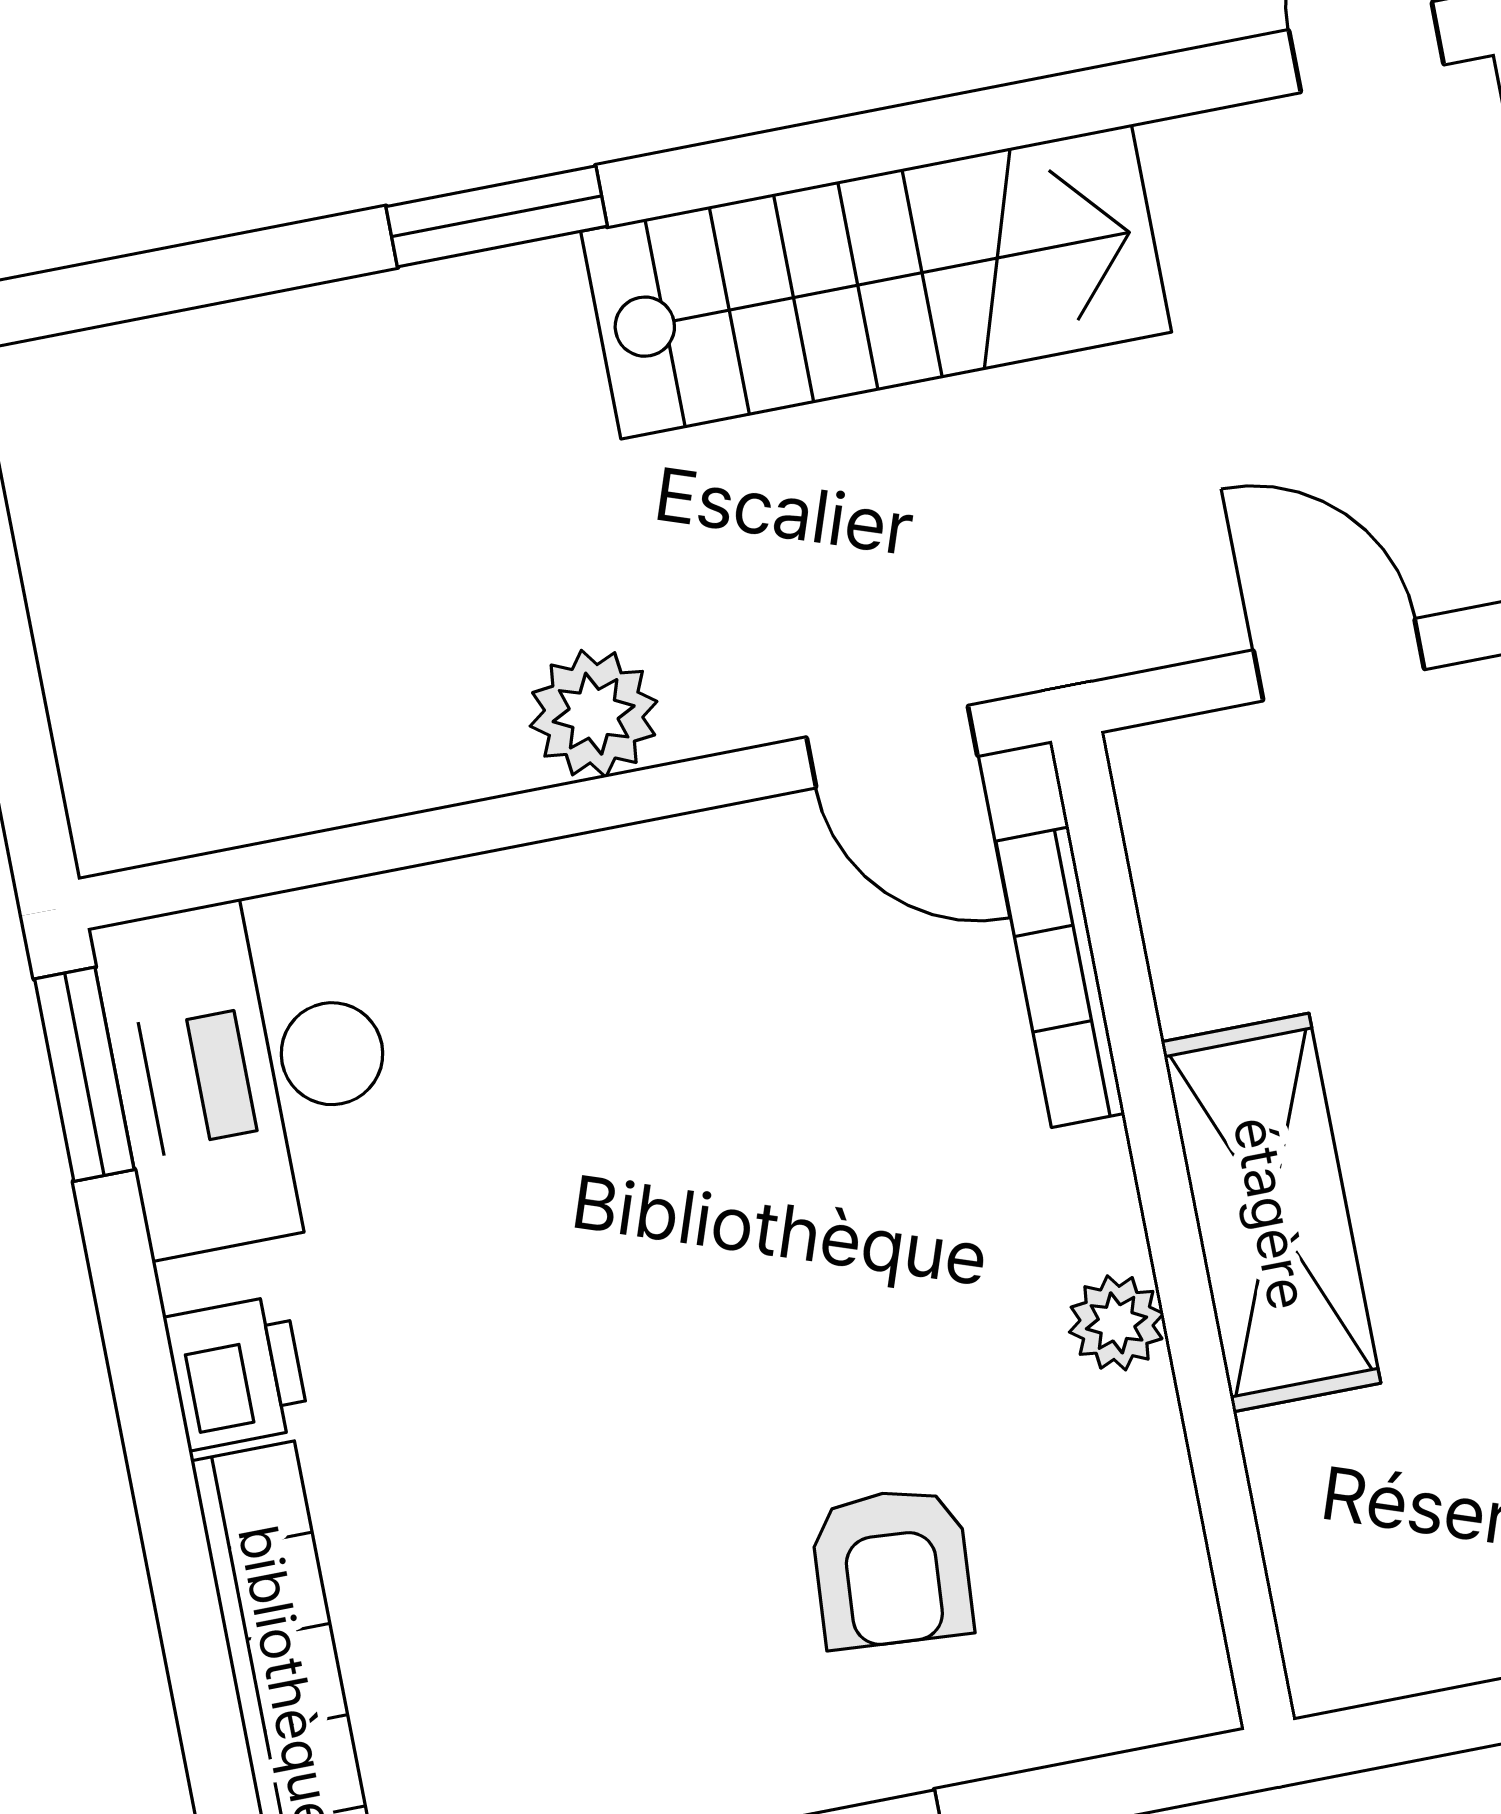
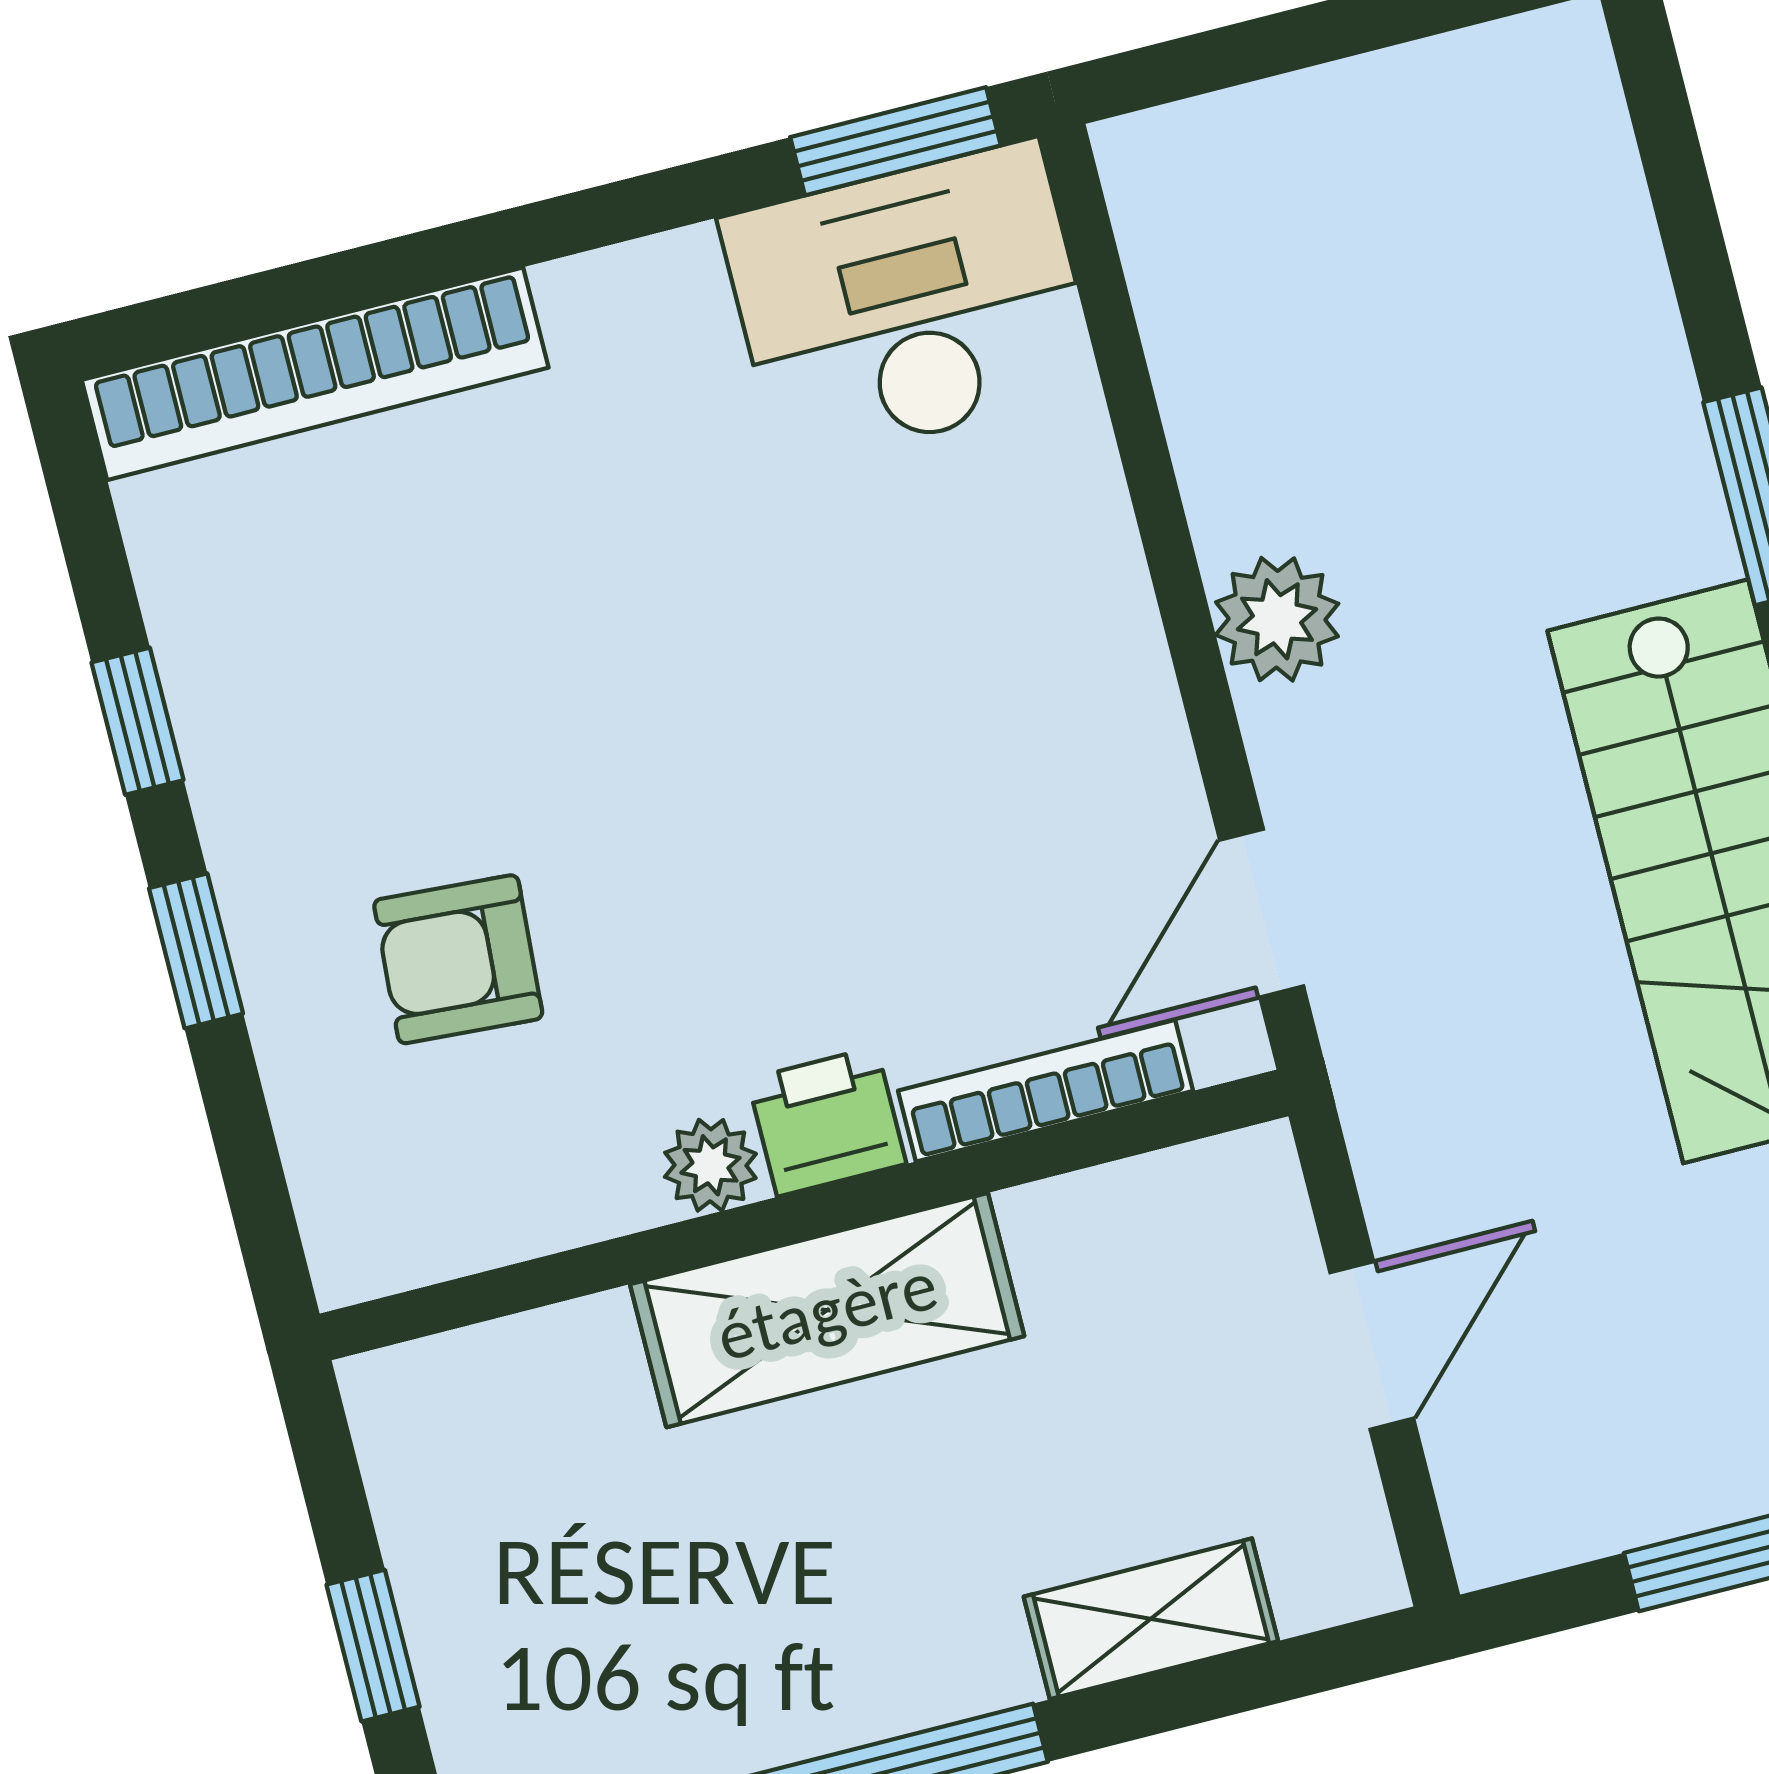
printer: (237, 1373) -> (827, 1122), moved, turned 180

